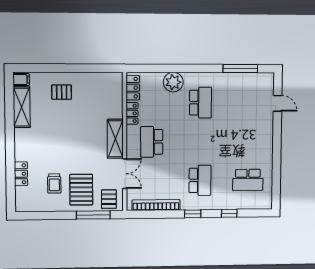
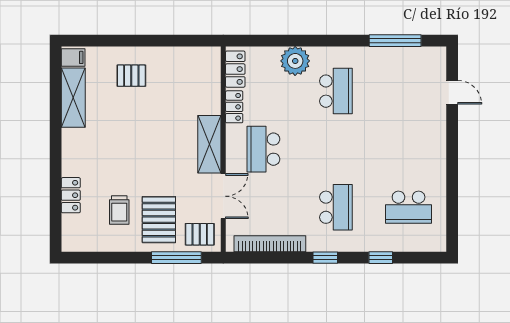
pallet: (109, 199) -> (200, 234), turned 90

